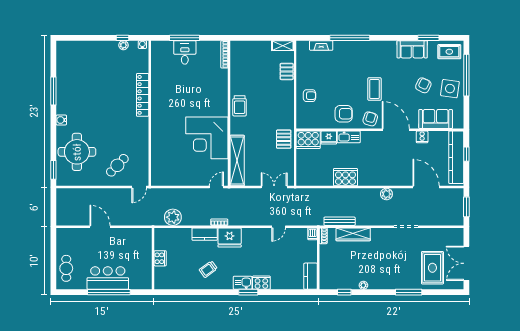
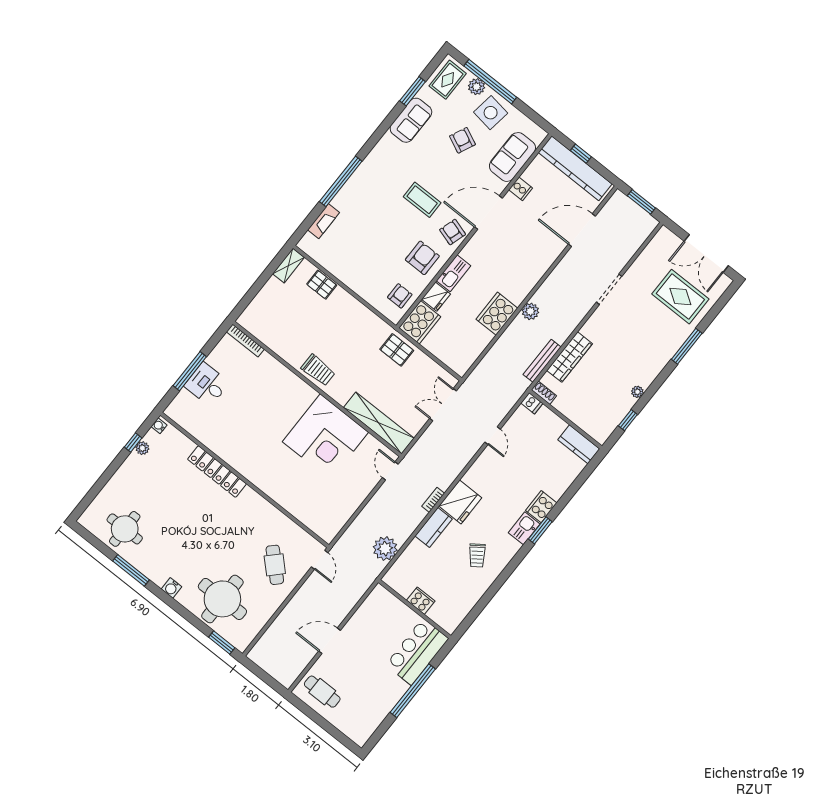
round table: (73, 70) -> (125, 529), added
plant: (458, 70) -> (477, 87), added
armchair: (309, 96) -> (400, 296), moved
plant: (386, 194) -> (530, 311), moved
cafe table: (66, 268) -> (322, 692), moved
bar counter: (108, 278) -> (417, 652), moved

